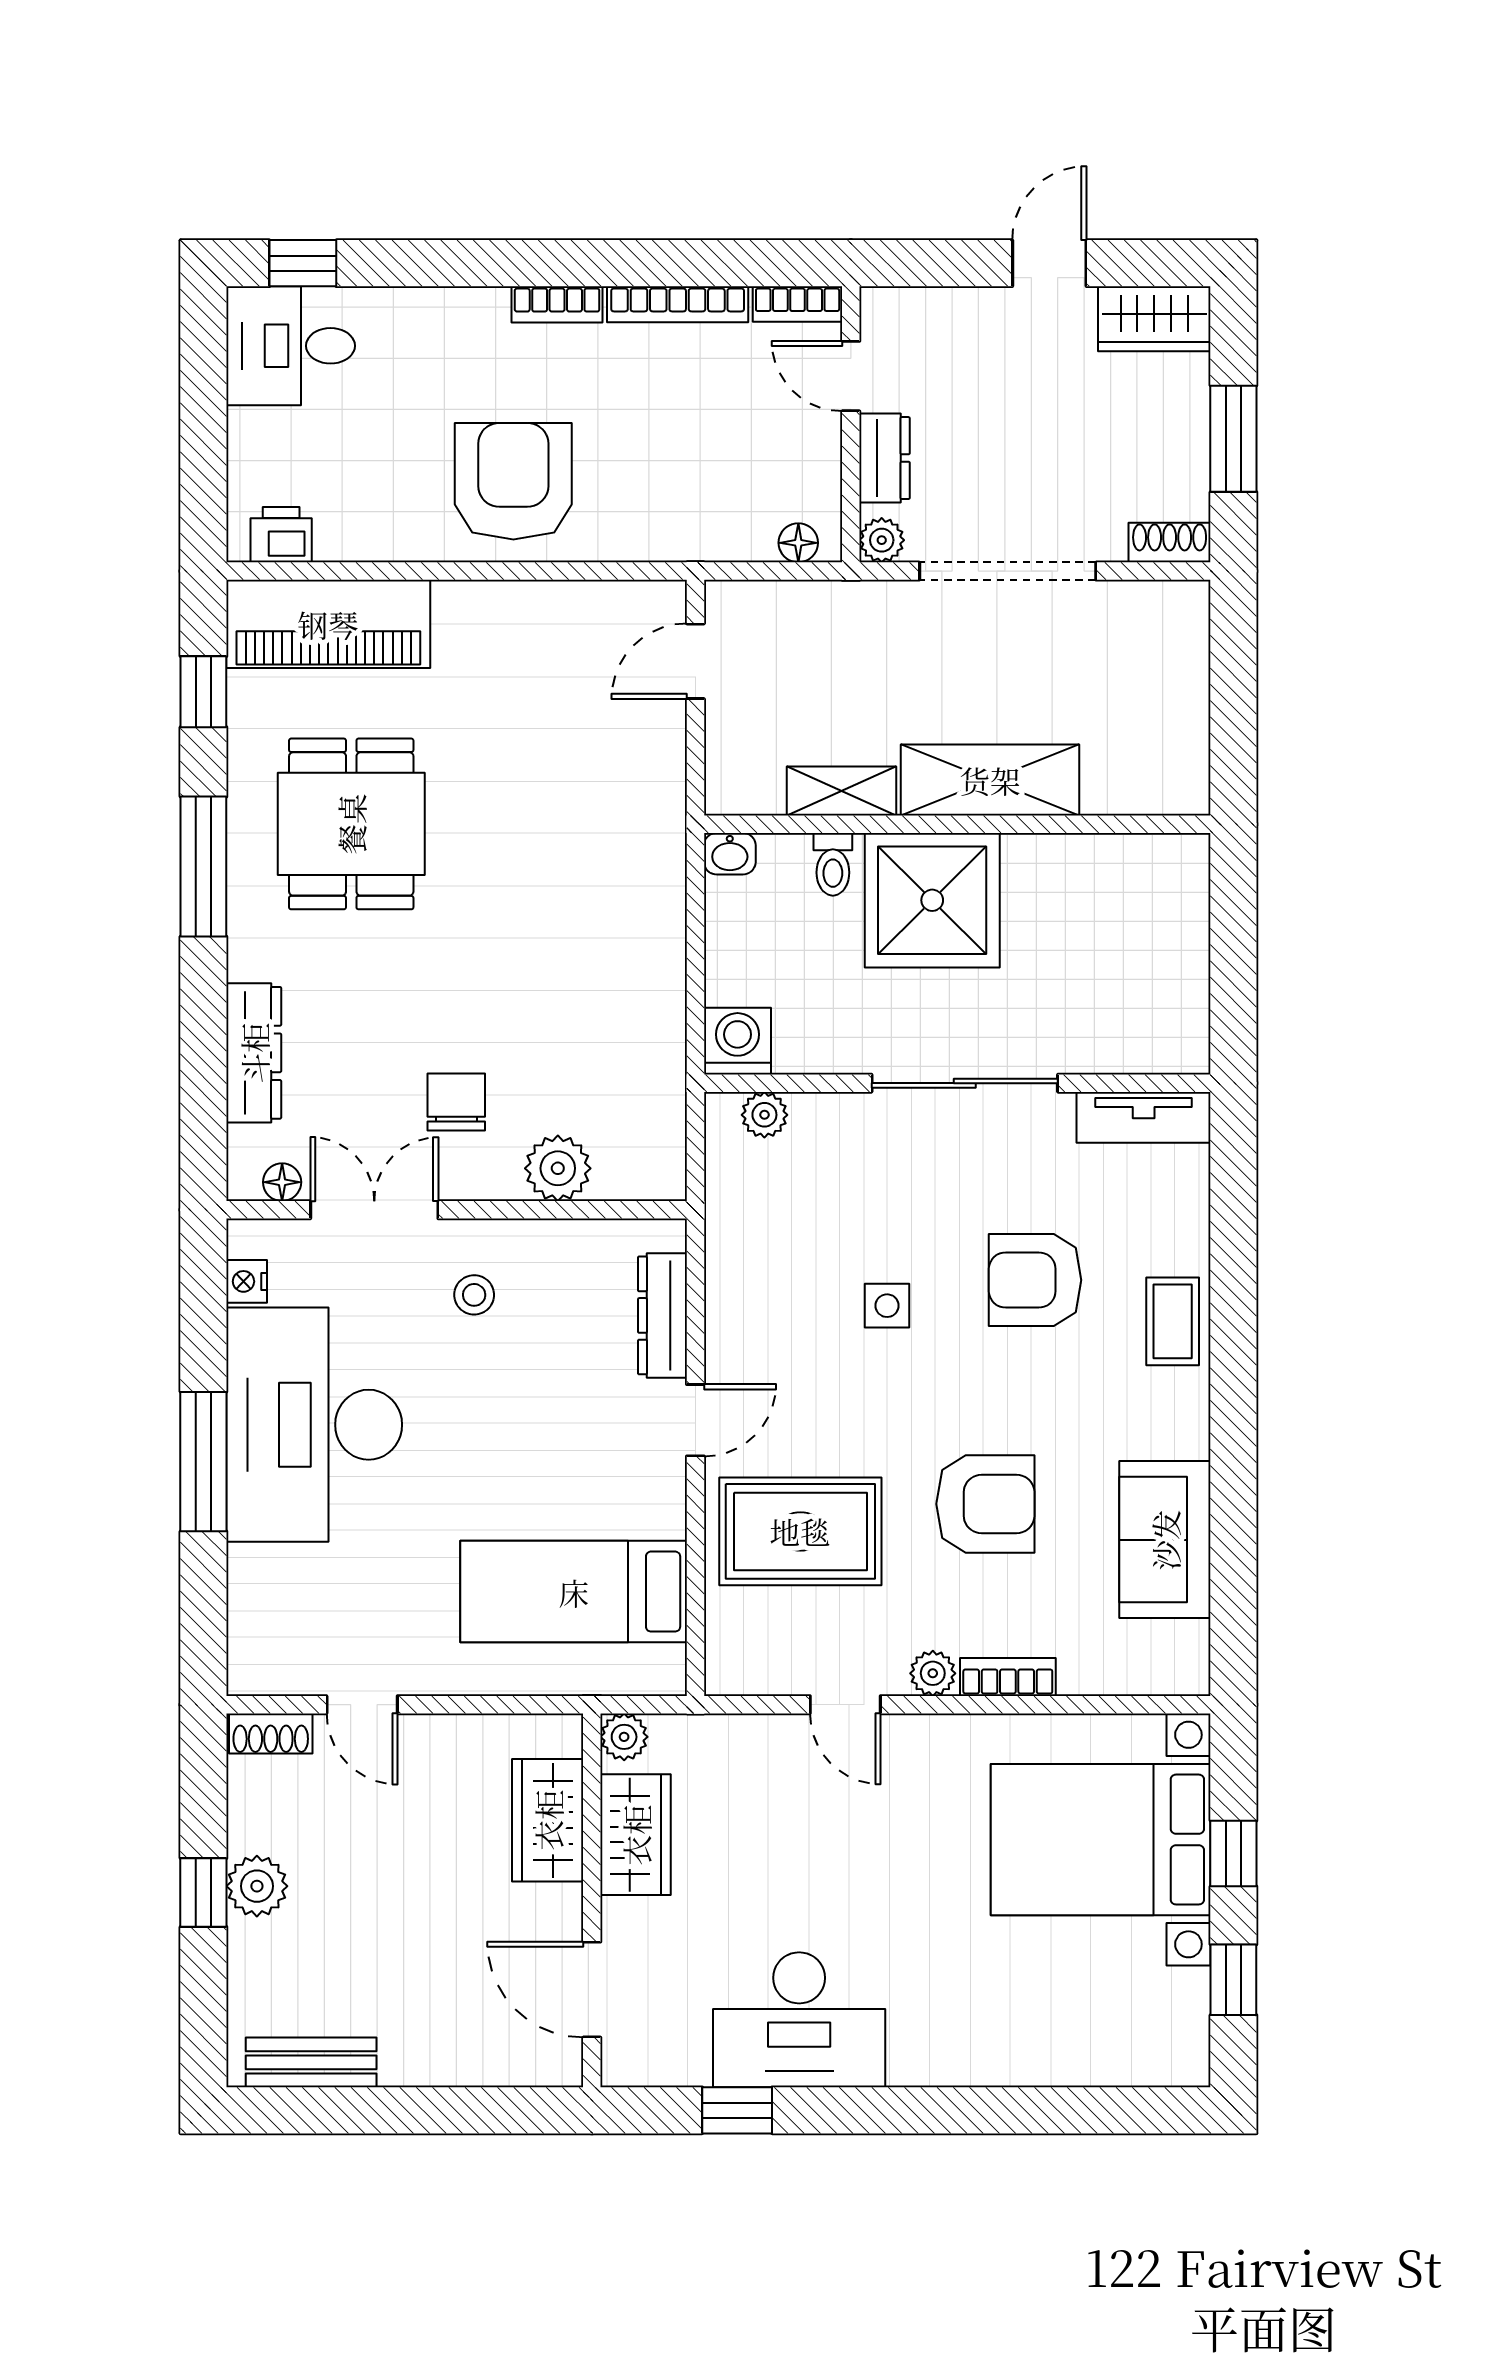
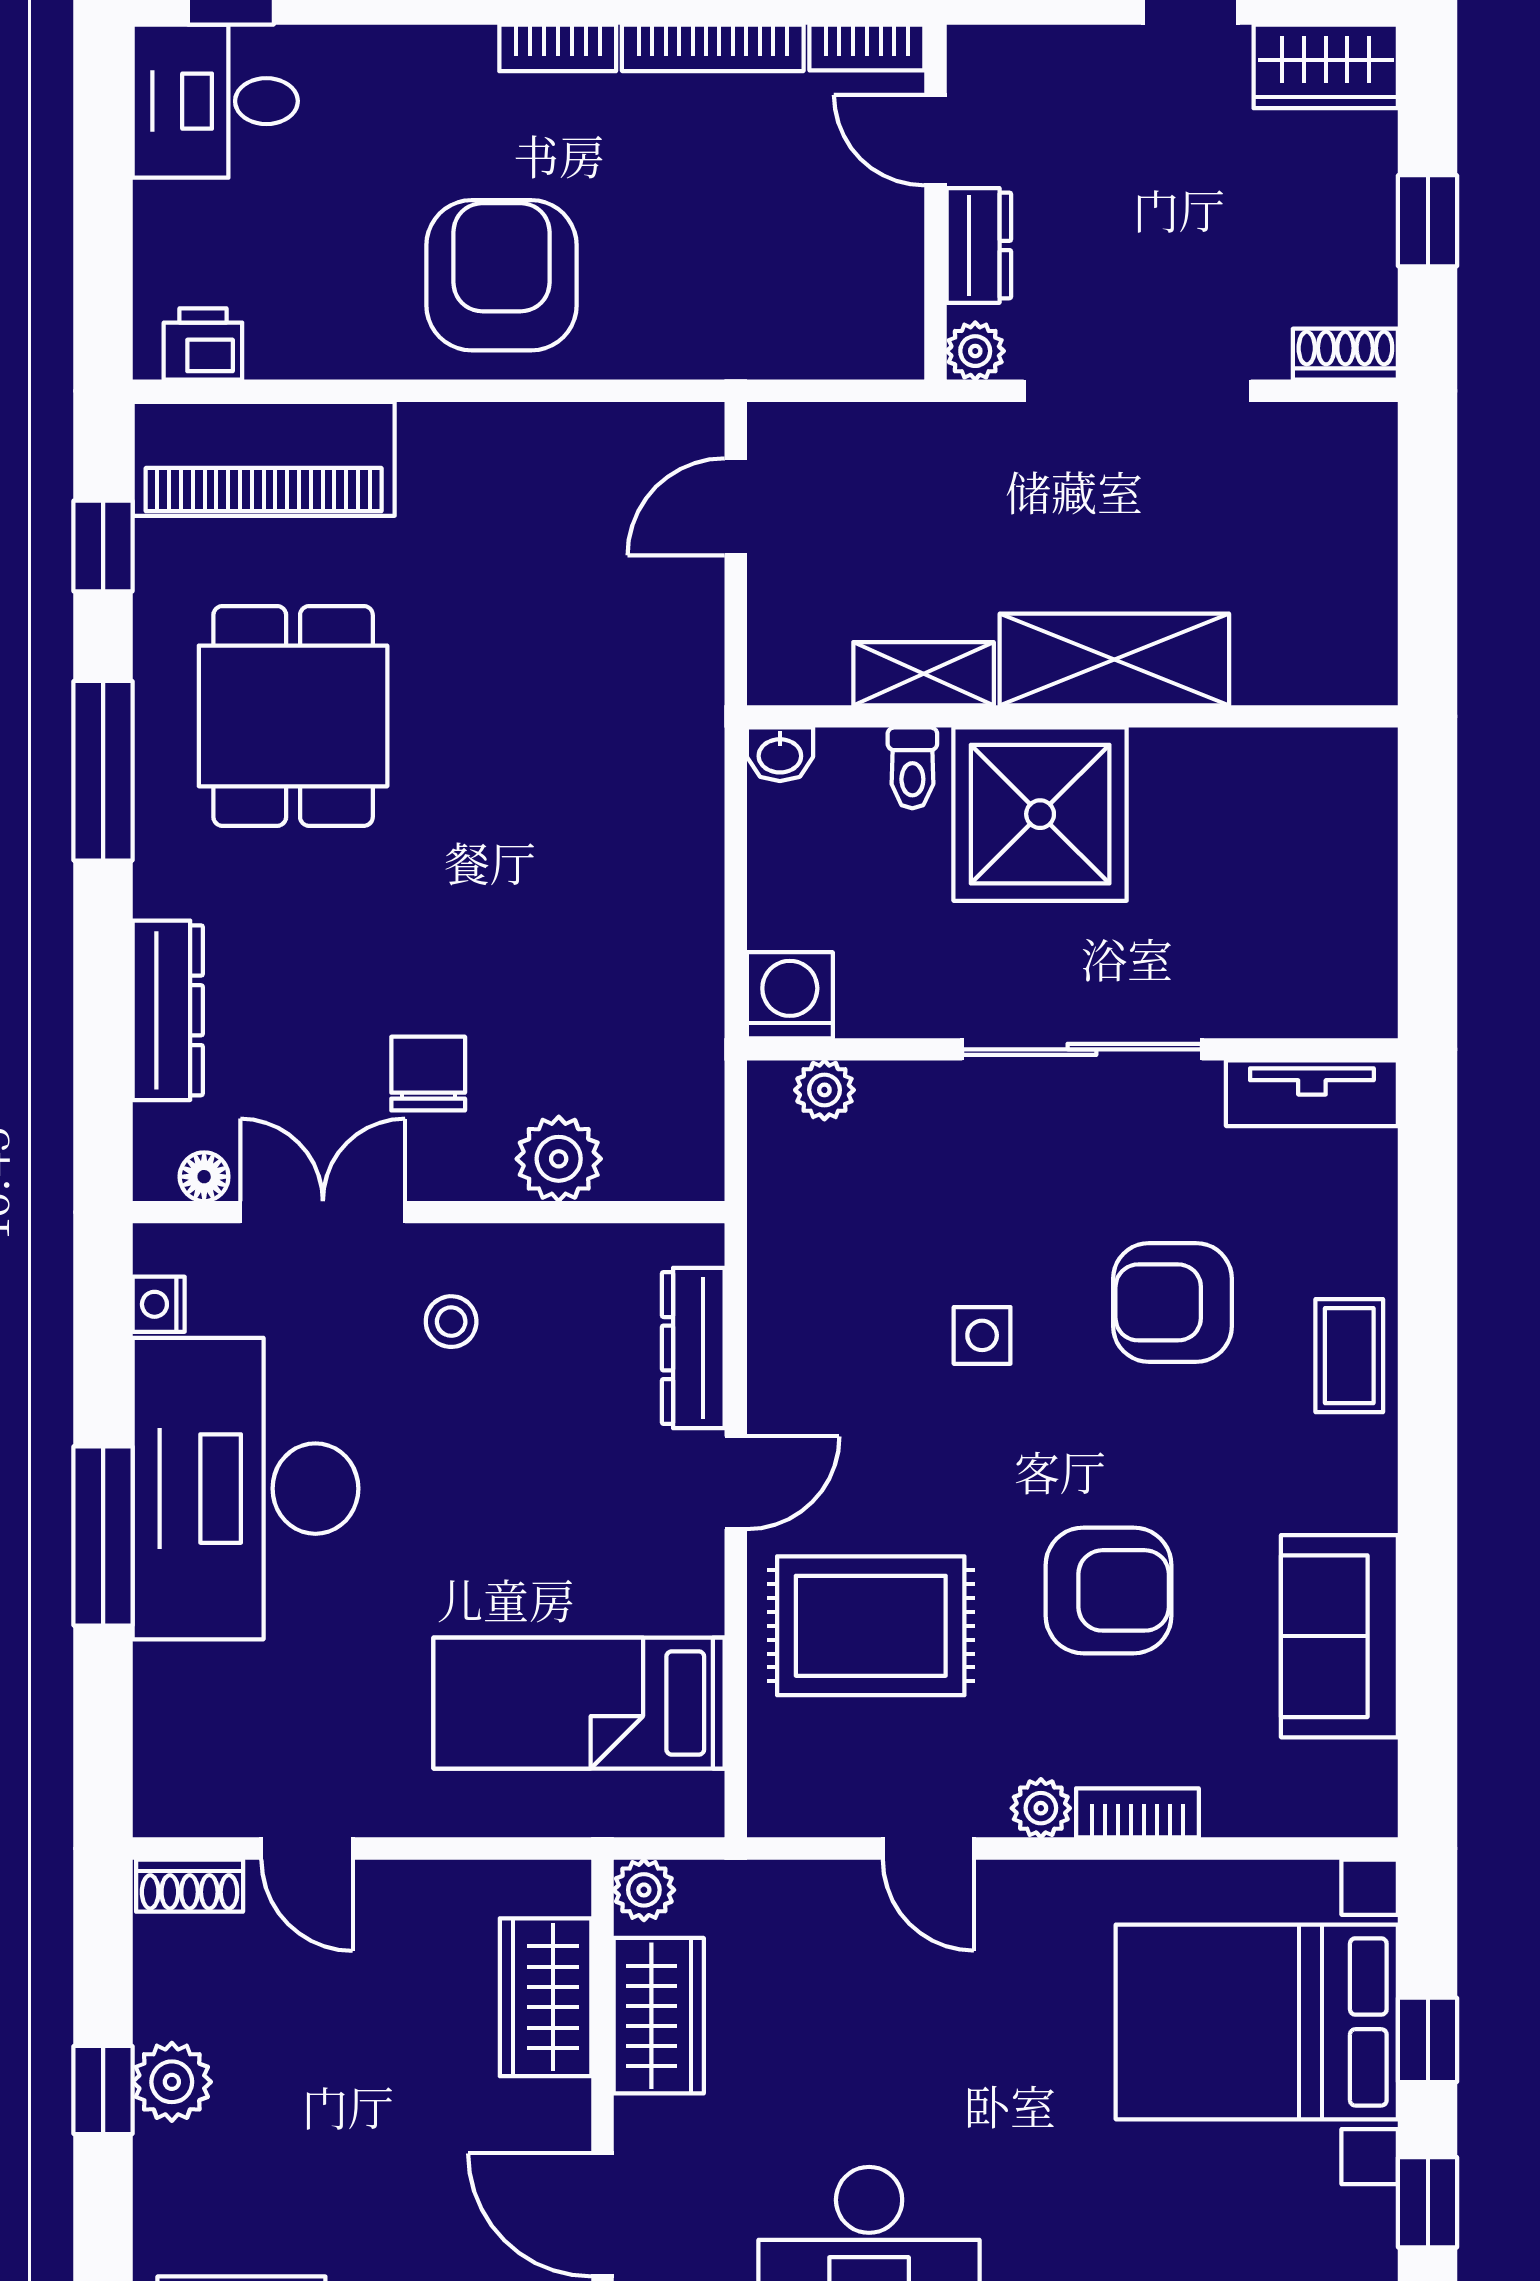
window: (1233, 439) -> (1428, 221), width x0.67
floor lamp: (798, 543) -> (868, 354), removed

